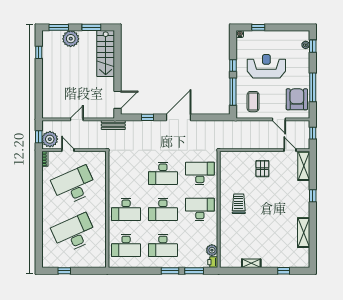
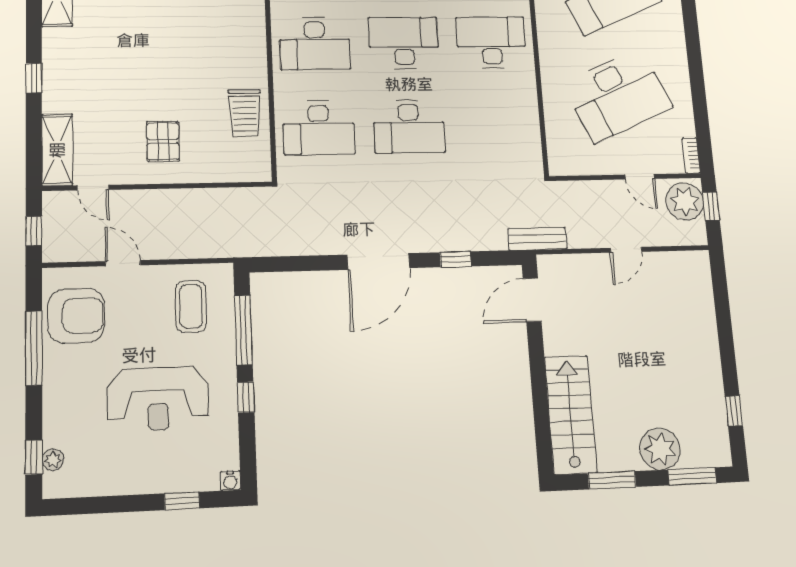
armchair: (297, 99) -> (76, 316), turned -90
desk: (163, 173) -> (409, 126), turned 180
trolley: (239, 204) -> (245, 113), moved

